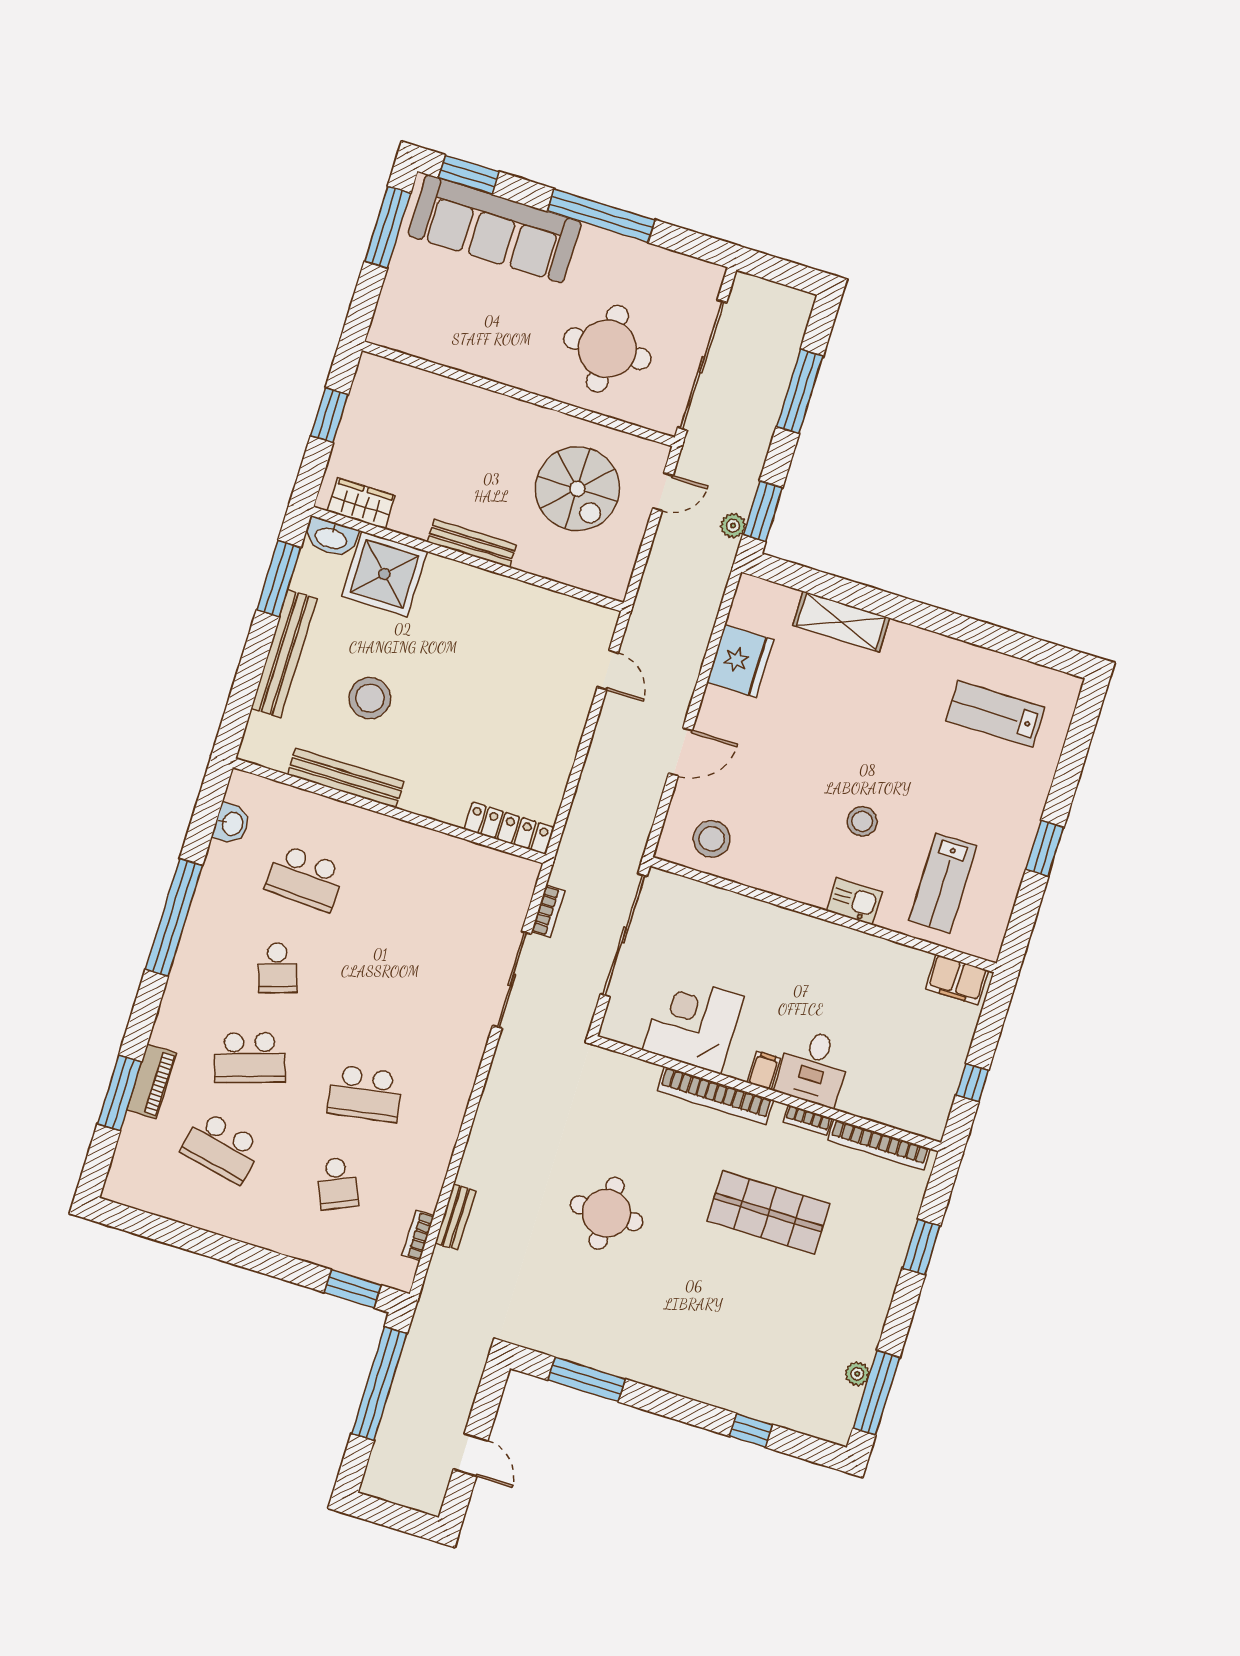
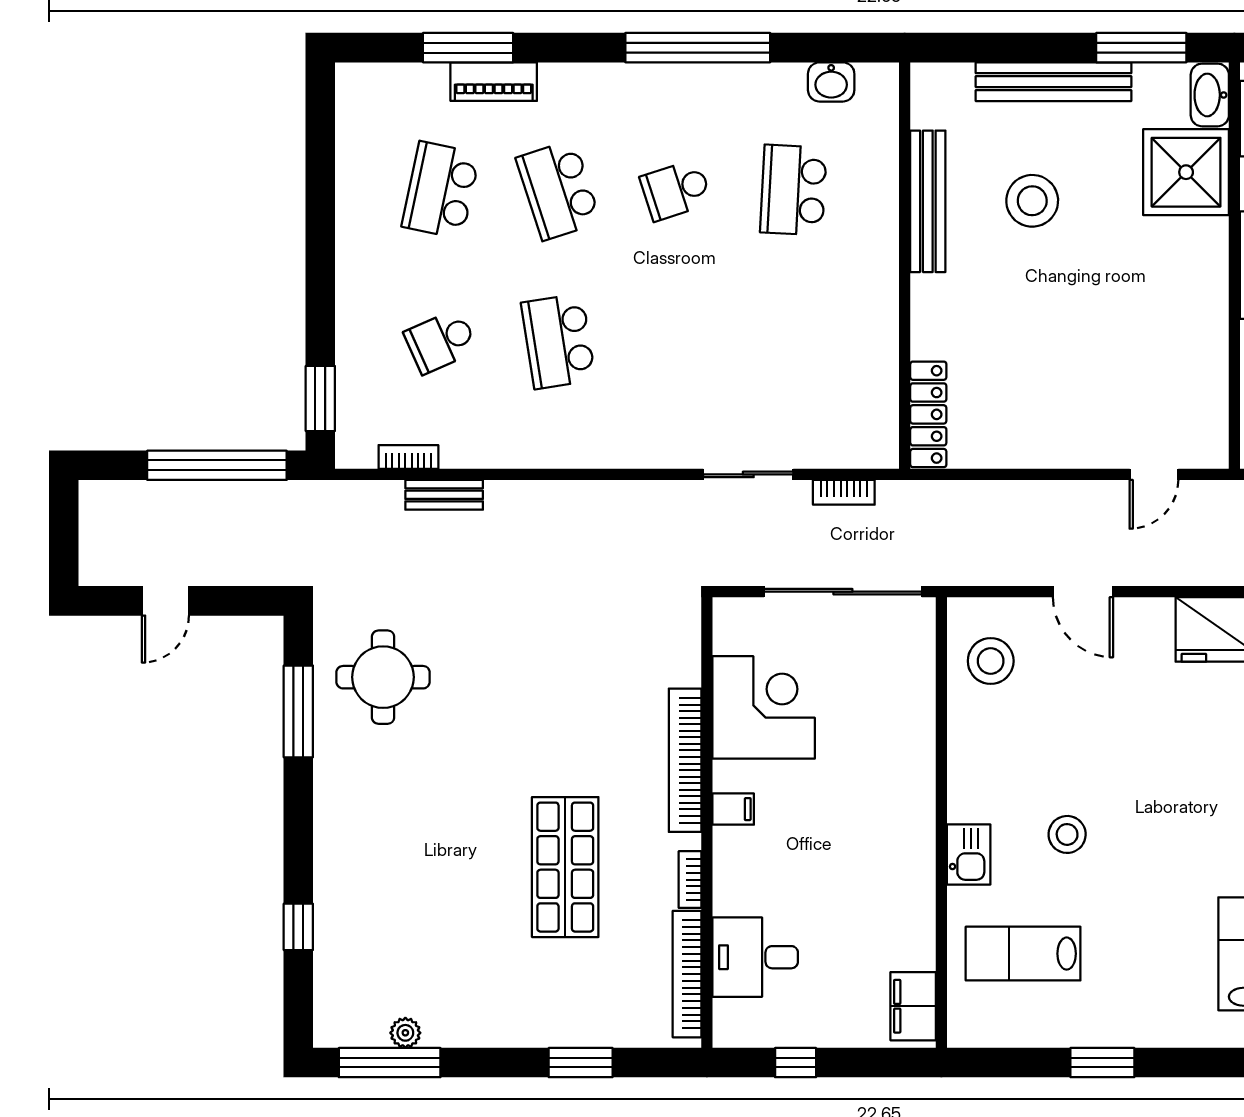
sliding door: (512, 980) -> (748, 474), width x0.73
desk: (813, 1067) -> (755, 957), moved
round table: (607, 1213) -> (383, 677), moved

